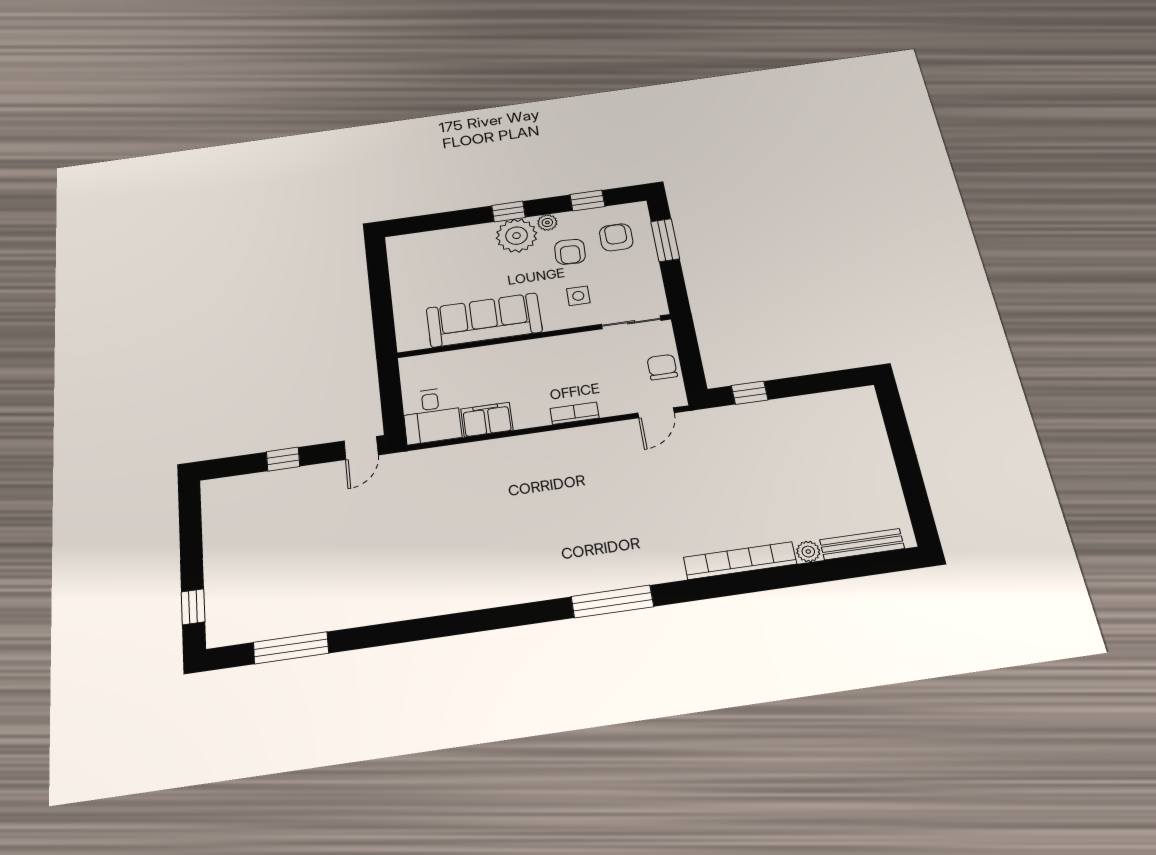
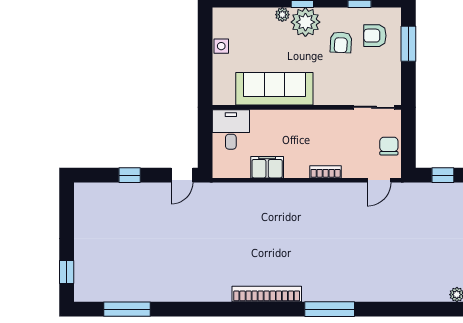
plant: (547, 223) -> (282, 15), moved
armchair: (616, 237) -> (375, 36), turned -90
side table: (578, 296) -> (221, 46), moved
desk: (432, 416) -> (231, 129), moved, turned 180
bookcase: (740, 561) -> (267, 294), moved

